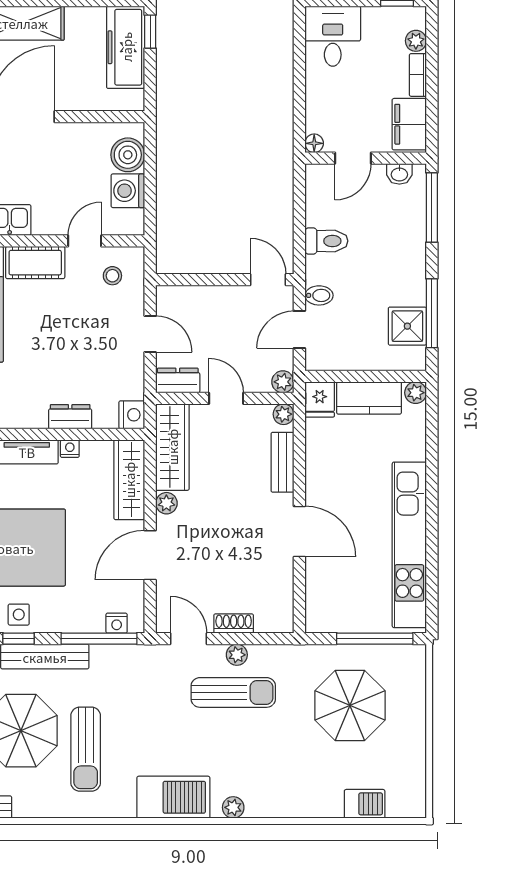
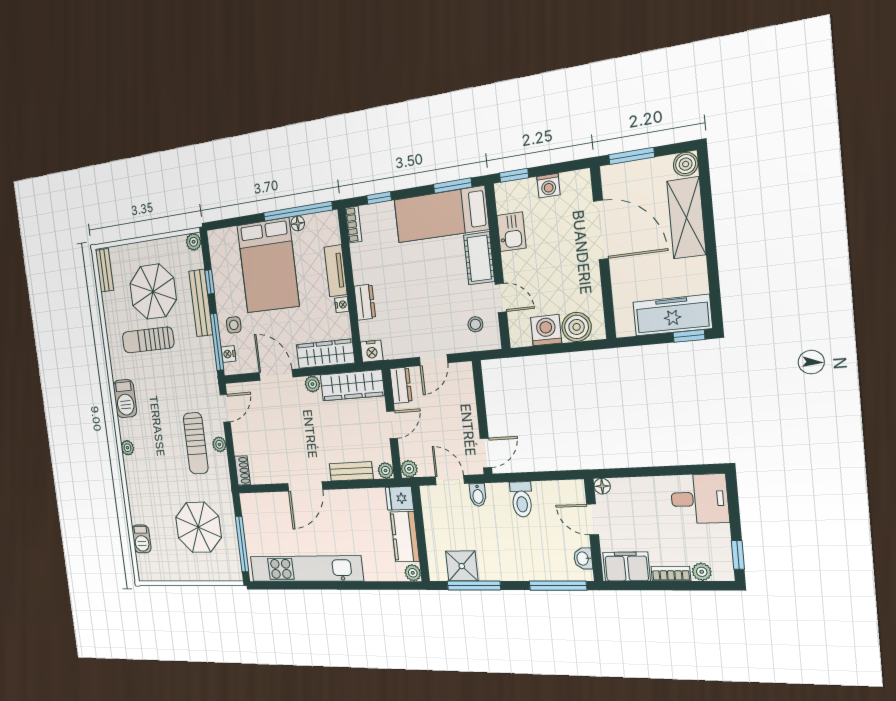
side table: (19, 615) -> (234, 325), moved
shoe rack: (234, 624) -> (243, 470), moved
barbecue: (173, 797) -> (125, 399), width x0.73, depth x0.83

